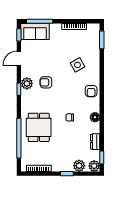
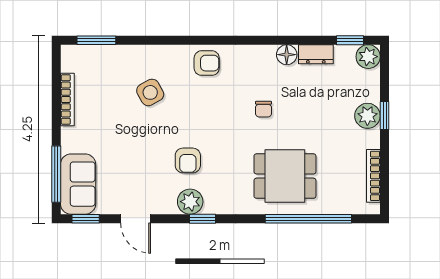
floor lamp: (95, 117) -> (287, 55), moved
plant: (79, 166) -> (367, 116), moved

